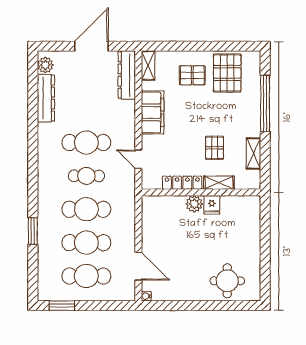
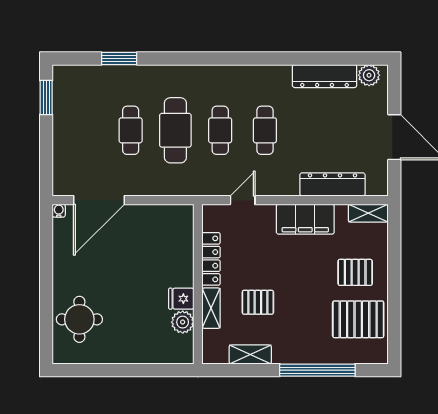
dresser: (127, 75) -> (332, 184), moved
pallet: (192, 75) -> (355, 272), turned 90
cafe table: (86, 143) -> (265, 130), width x0.73, depth x0.74
plant: (194, 204) -> (183, 322), moved
window: (33, 231) -> (119, 58), moved
cafe table: (86, 243) -> (131, 130), width x0.73, depth x0.74
door: (138, 266) -> (99, 200), width x1.36
cafe table: (86, 276) -> (86, 130), removed

